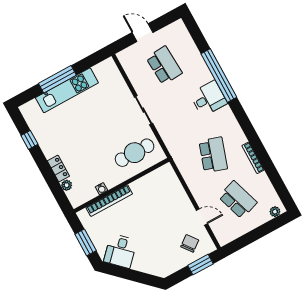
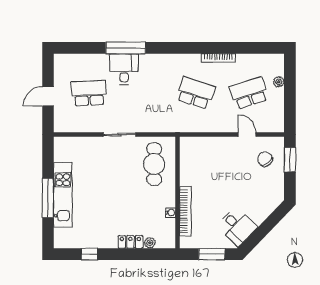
window: (219, 76) -> (126, 48), width x0.68
desk: (209, 99) -> (124, 69), moved
plant: (275, 212) -> (279, 82), moved
door: (202, 217) -> (247, 135), hinge flipped

